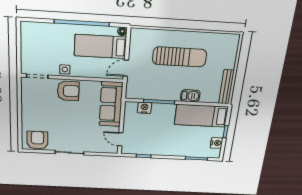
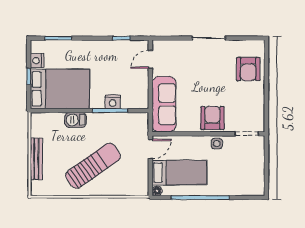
sun lounger: (180, 57) -> (93, 166), turned 145
bench: (226, 87) -> (36, 159), moved
armchair: (68, 91) -> (212, 118), turned 90
nightstand: (144, 108) -> (113, 102), moved
bed: (201, 116) -> (60, 89), width x1.50
door: (120, 139) -> (150, 59), swing flipped
armchair: (37, 140) -> (248, 69), moved

